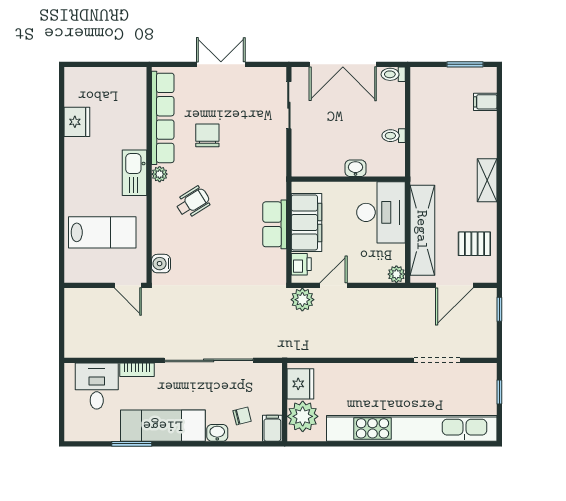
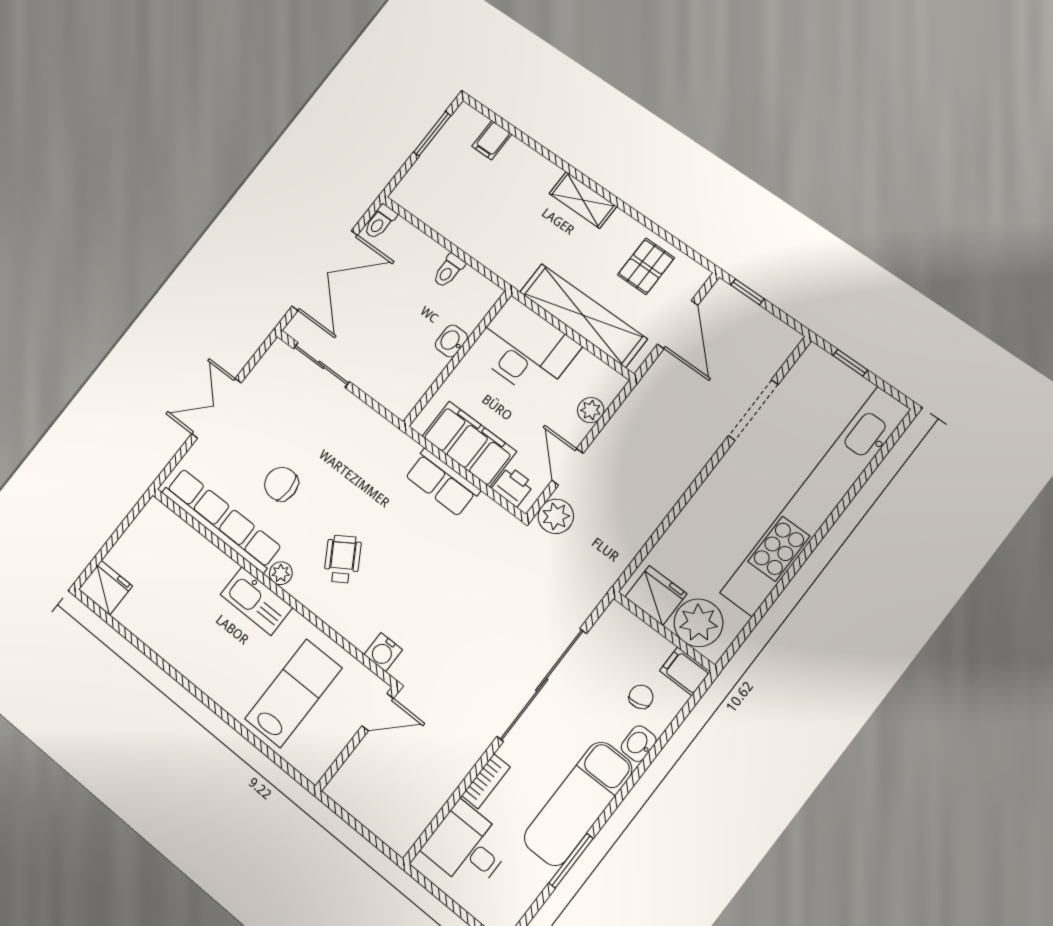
fridge: (77, 122) -> (105, 588), moved
plant: (396, 274) -> (591, 410), moved

